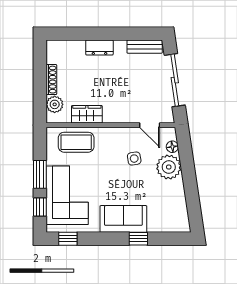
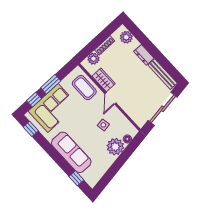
bench: (145, 47) -> (163, 74), width x1.36
plant: (64, 49) -> (126, 37), added
door: (150, 125) -> (110, 98), moved
sofa: (123, 219) -> (71, 152), width x1.36
window: (138, 239) -> (76, 178), moved

